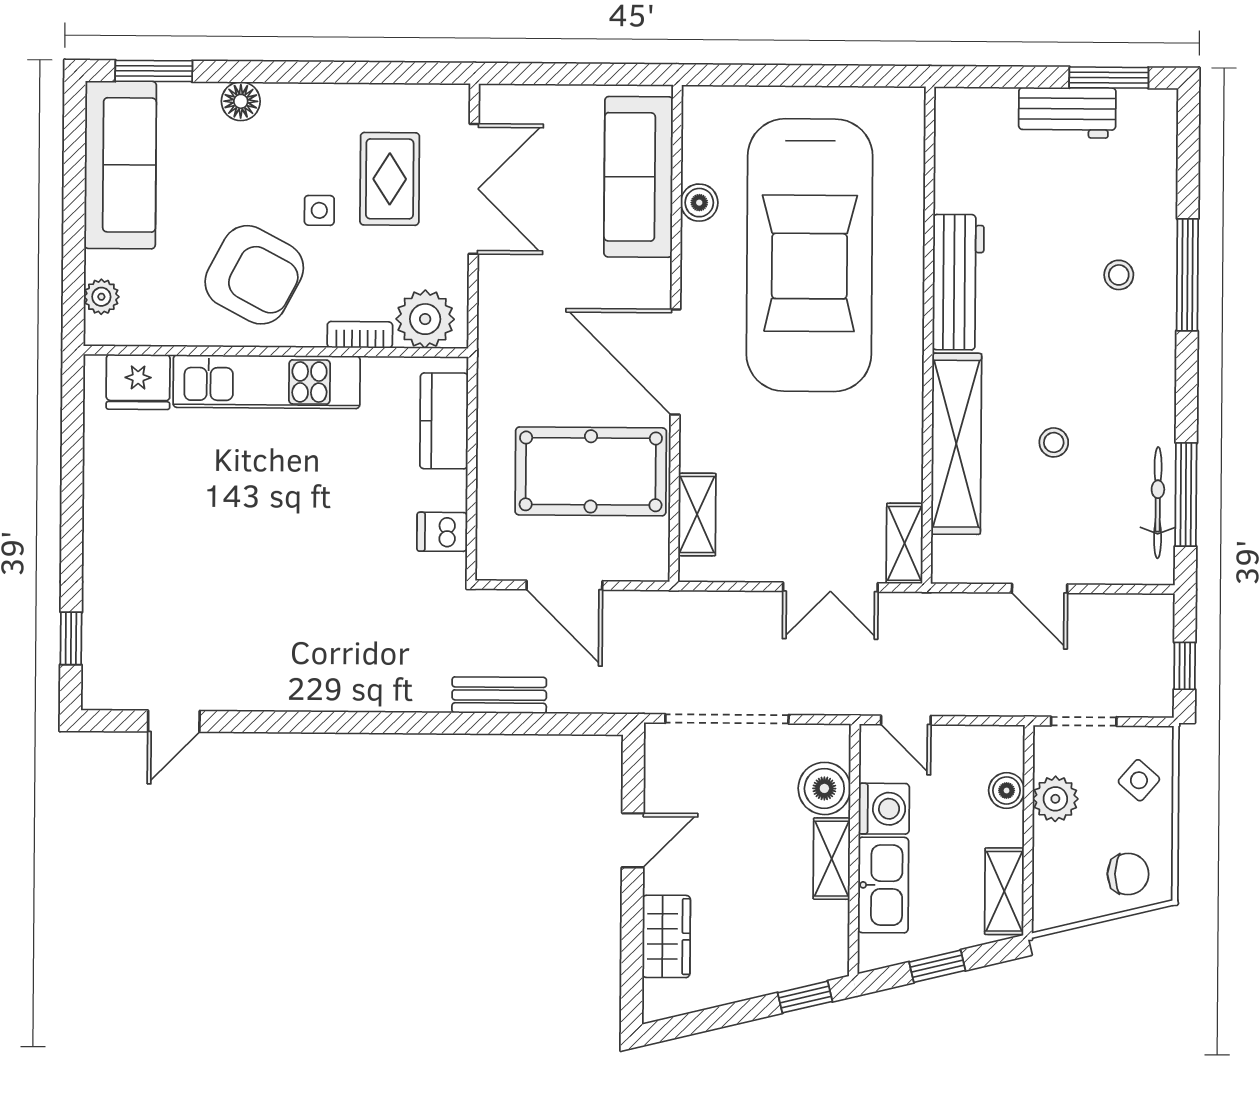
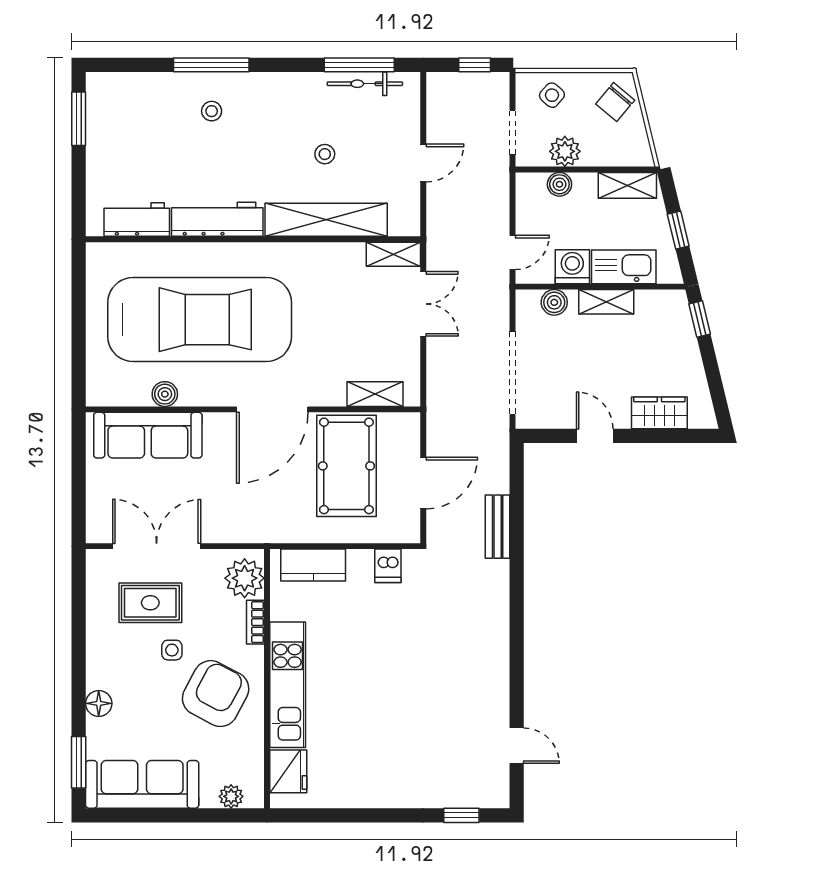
workbench: (1067, 113) -> (137, 220), moved, turned -90
boiler: (824, 788) -> (554, 302), width x0.73, depth x0.73
chair: (1128, 874) -> (615, 102), turned -140

